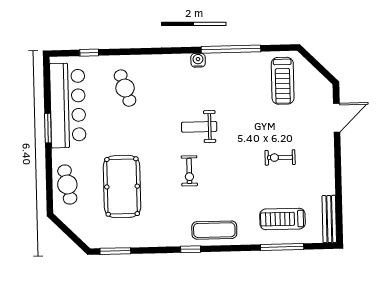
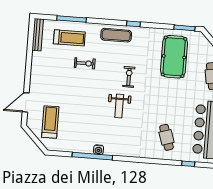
water cooler: (198, 60) -> (99, 150), moved
treadmill: (283, 81) -> (50, 122), moved
weight bench: (199, 127) -> (119, 106), turned 90
exercise bike: (280, 157) -> (85, 63), moved
pool table: (122, 187) -> (174, 57), moved

